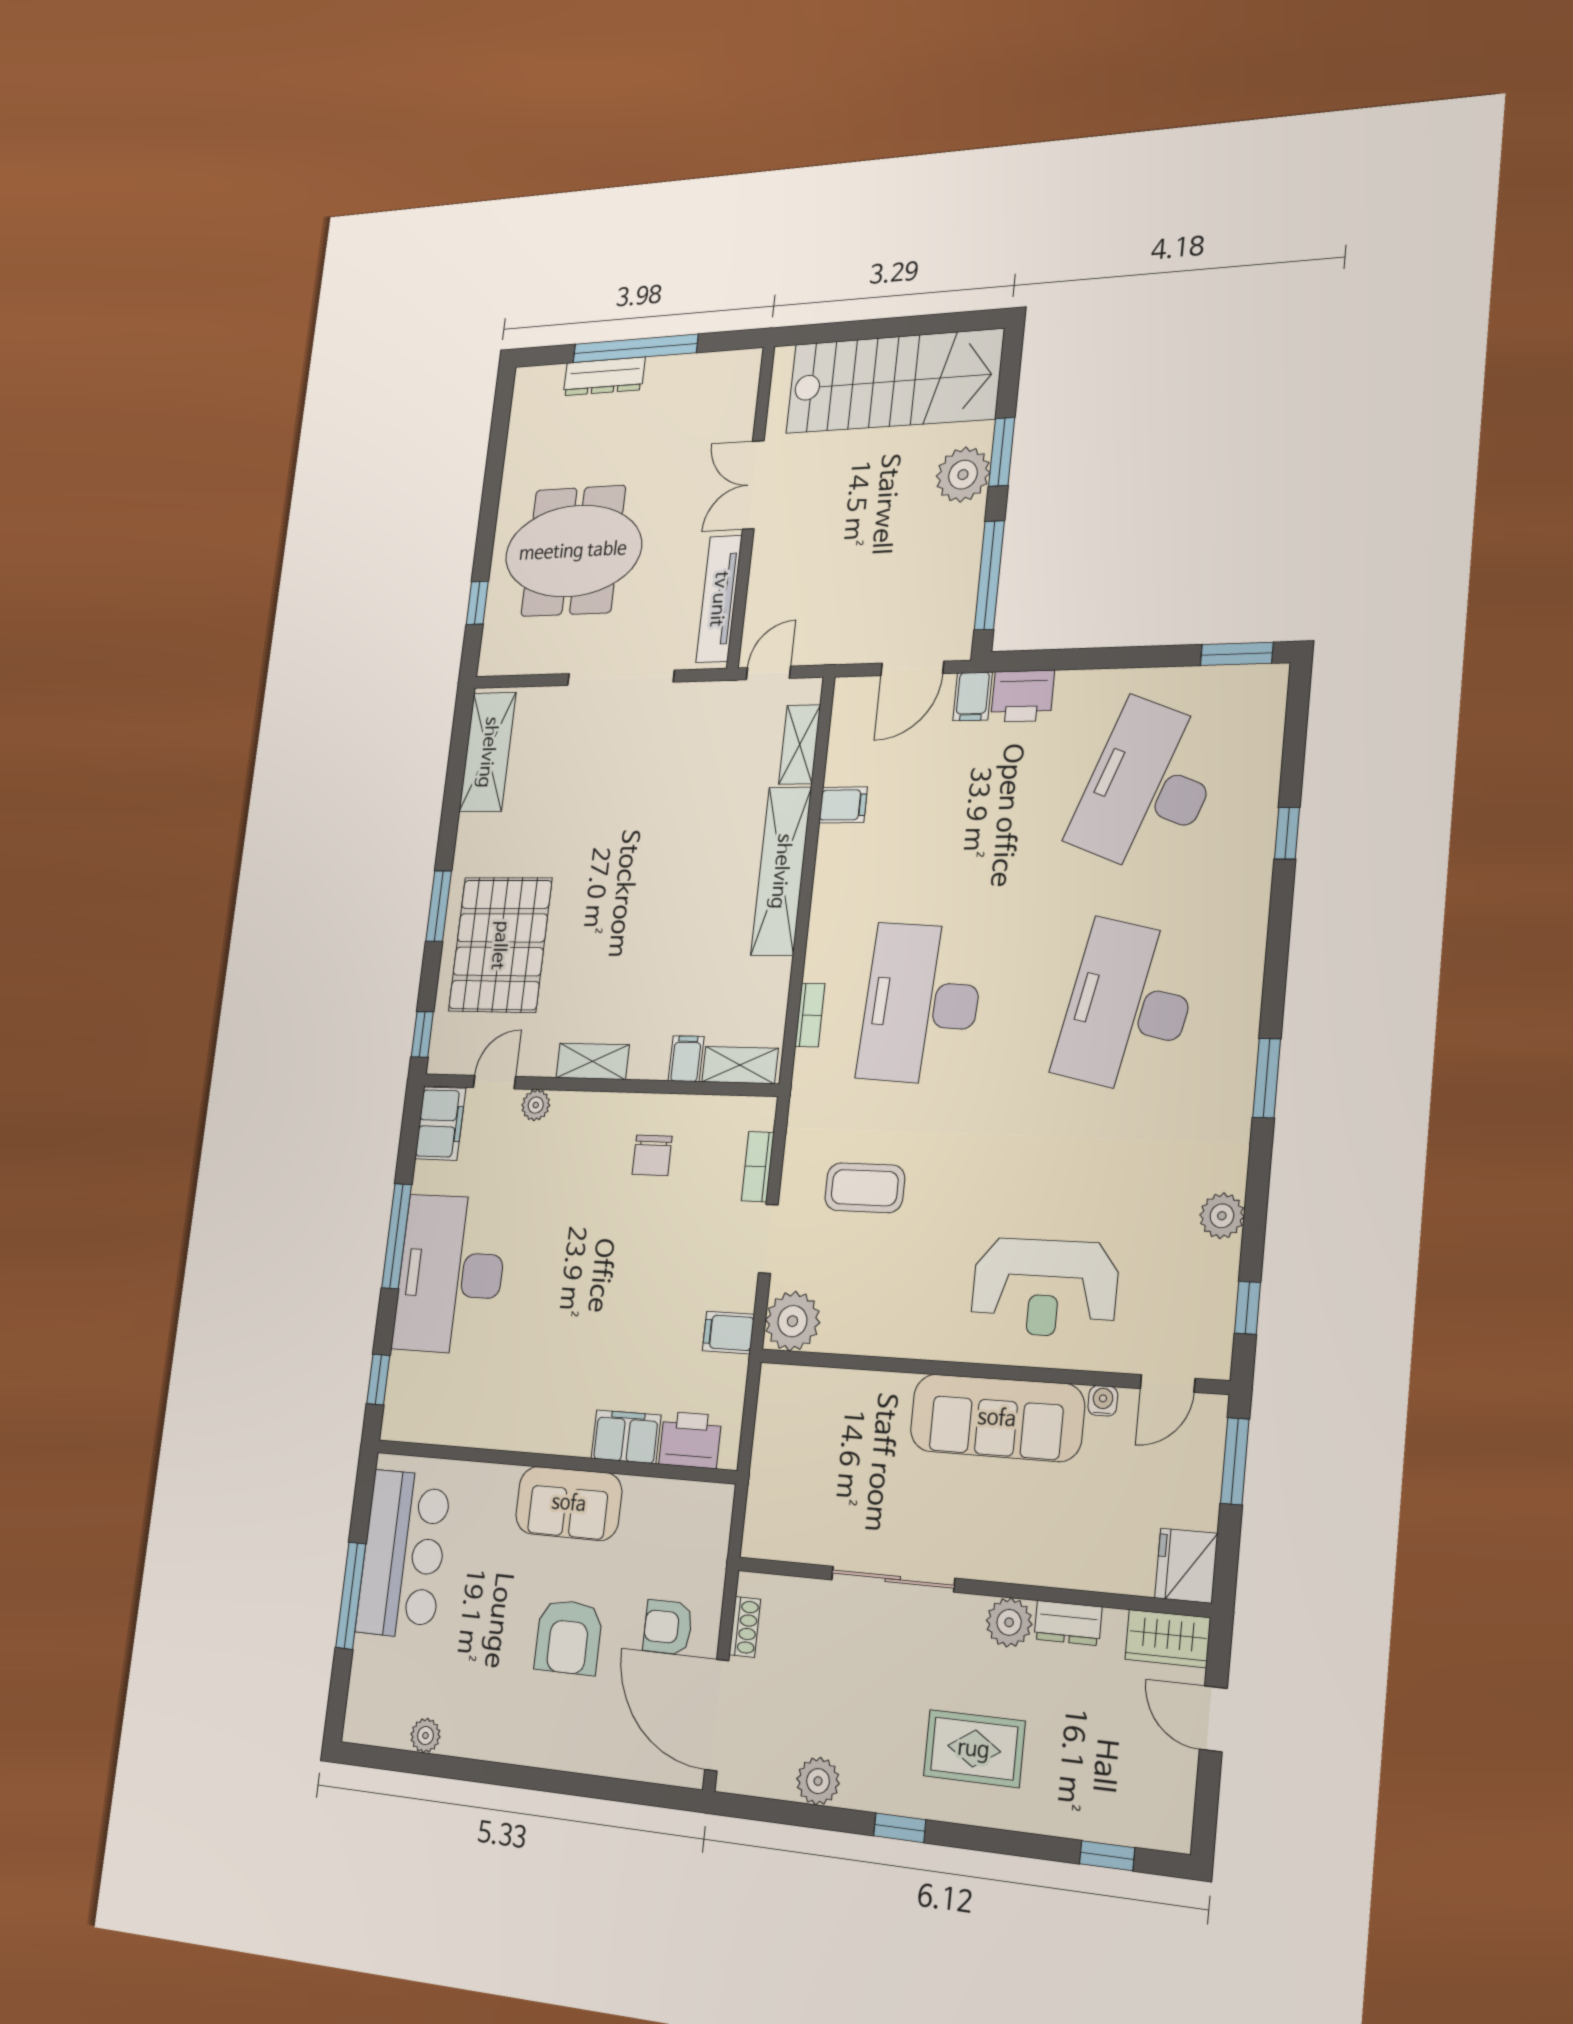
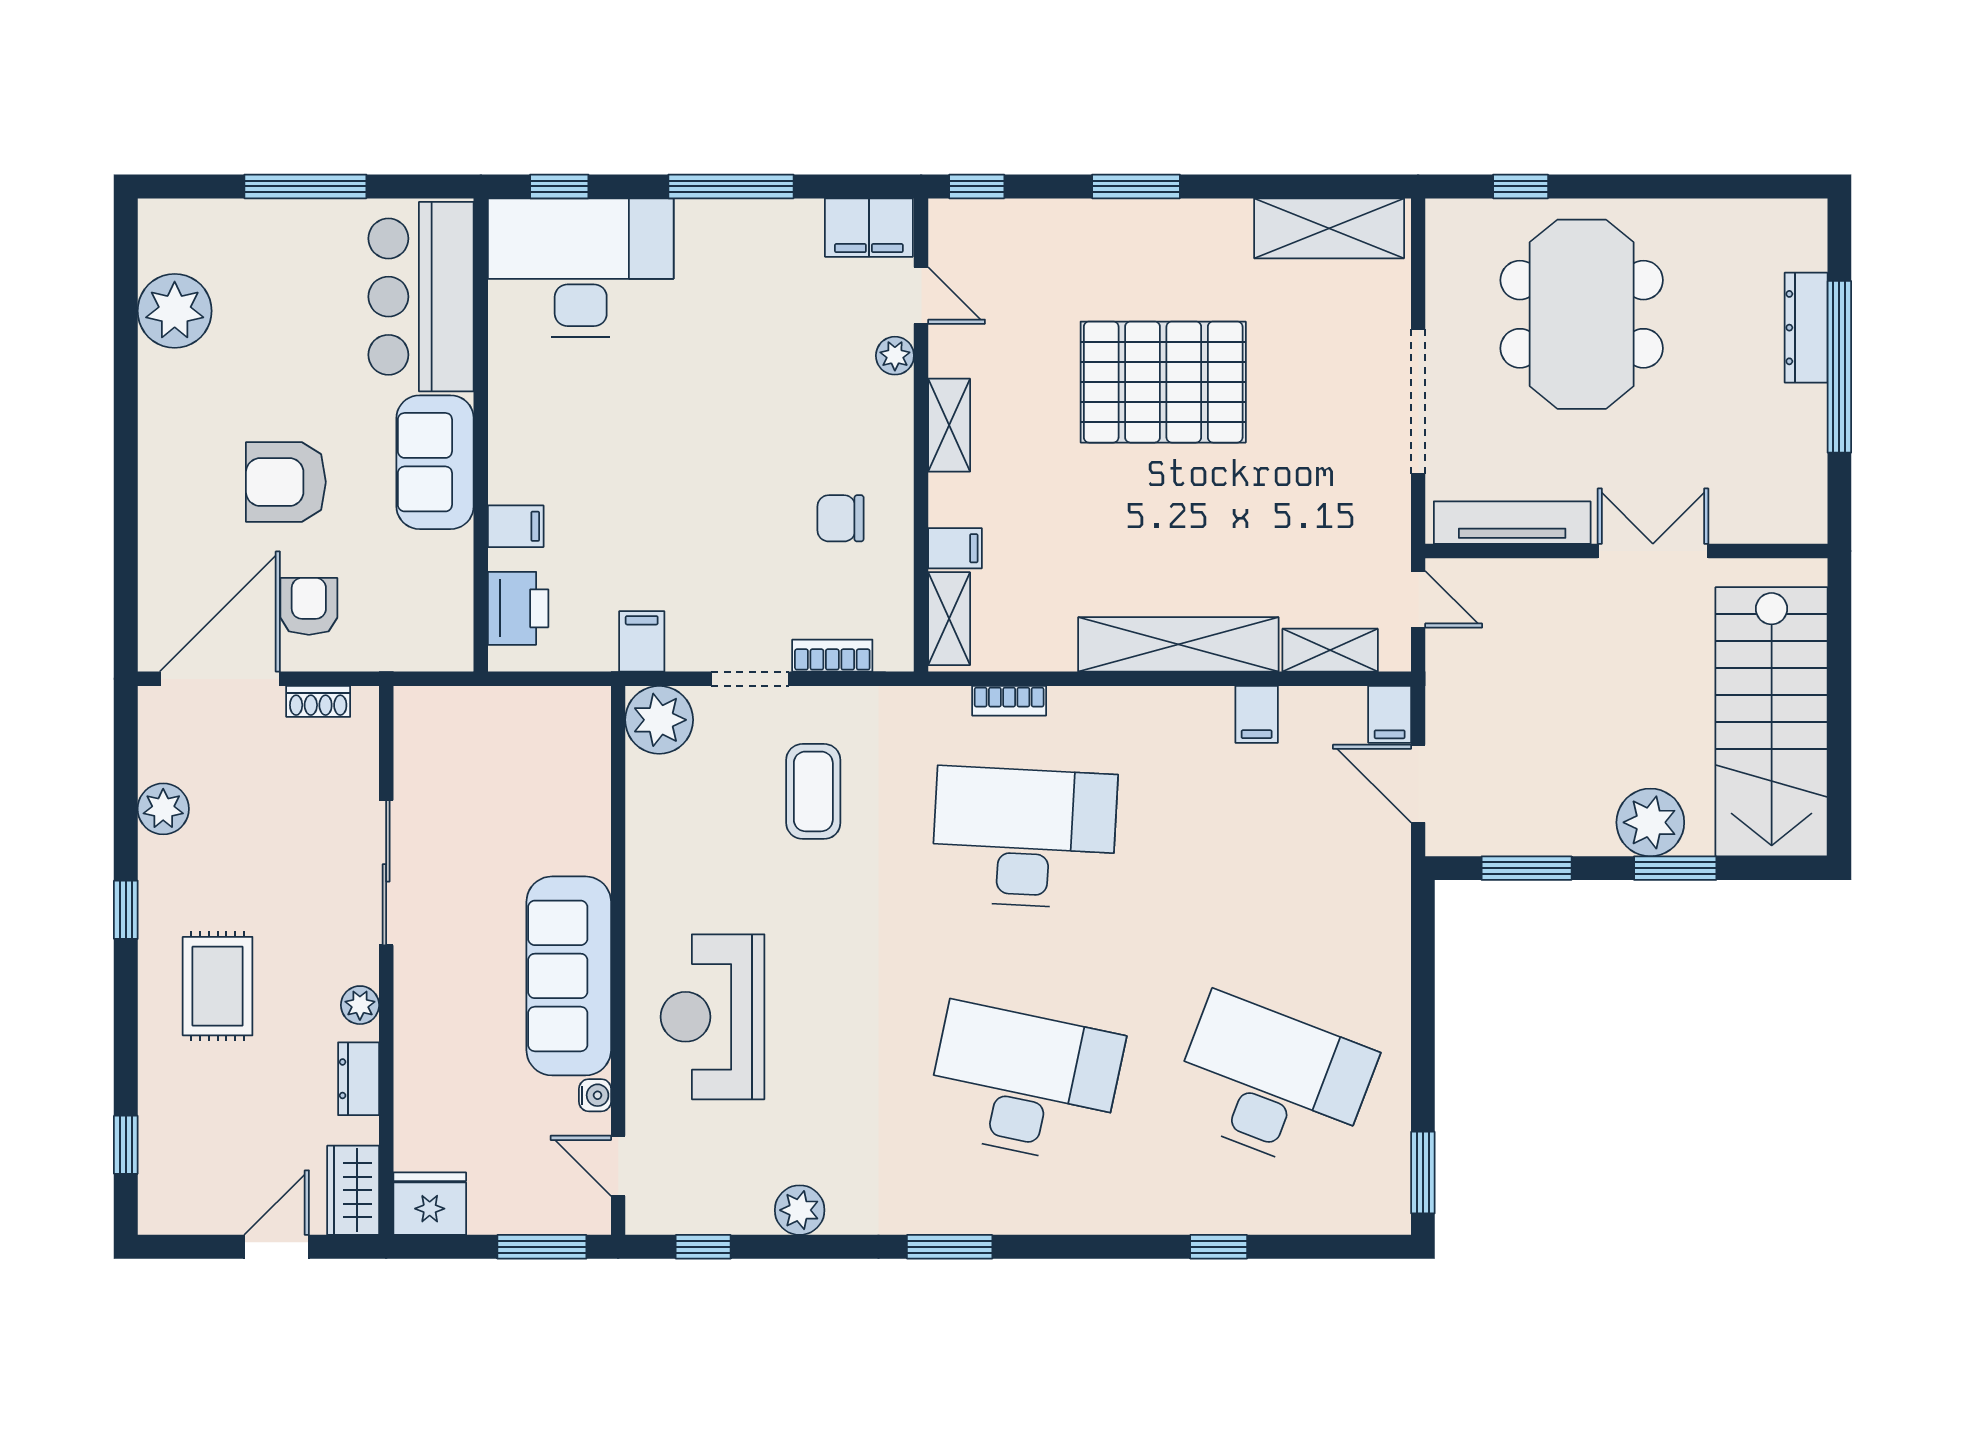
window: (989, 575) -> (1527, 868), width x0.69
filing cabinet: (973, 696) -> (1390, 714), moved, turned -90
printer: (1022, 696) -> (1381, 924), removed
pallet: (500, 945) -> (1163, 382), moved
desk: (450, 1274) -> (581, 268), moved
filing cabinet: (626, 1437) -> (516, 526), width x0.50
bar counter: (403, 1554) -> (421, 297), moved, turned 90
plant: (1009, 1622) -> (360, 1005), width x0.73, depth x0.73
plant: (425, 1736) -> (175, 311), width x1.88, depth x1.88

